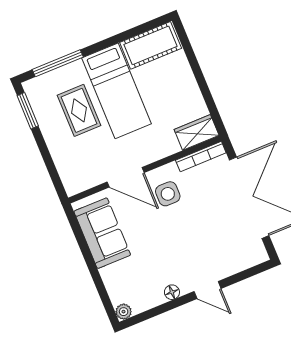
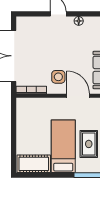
wardrobe: (197, 132) -> (28, 105), removed

